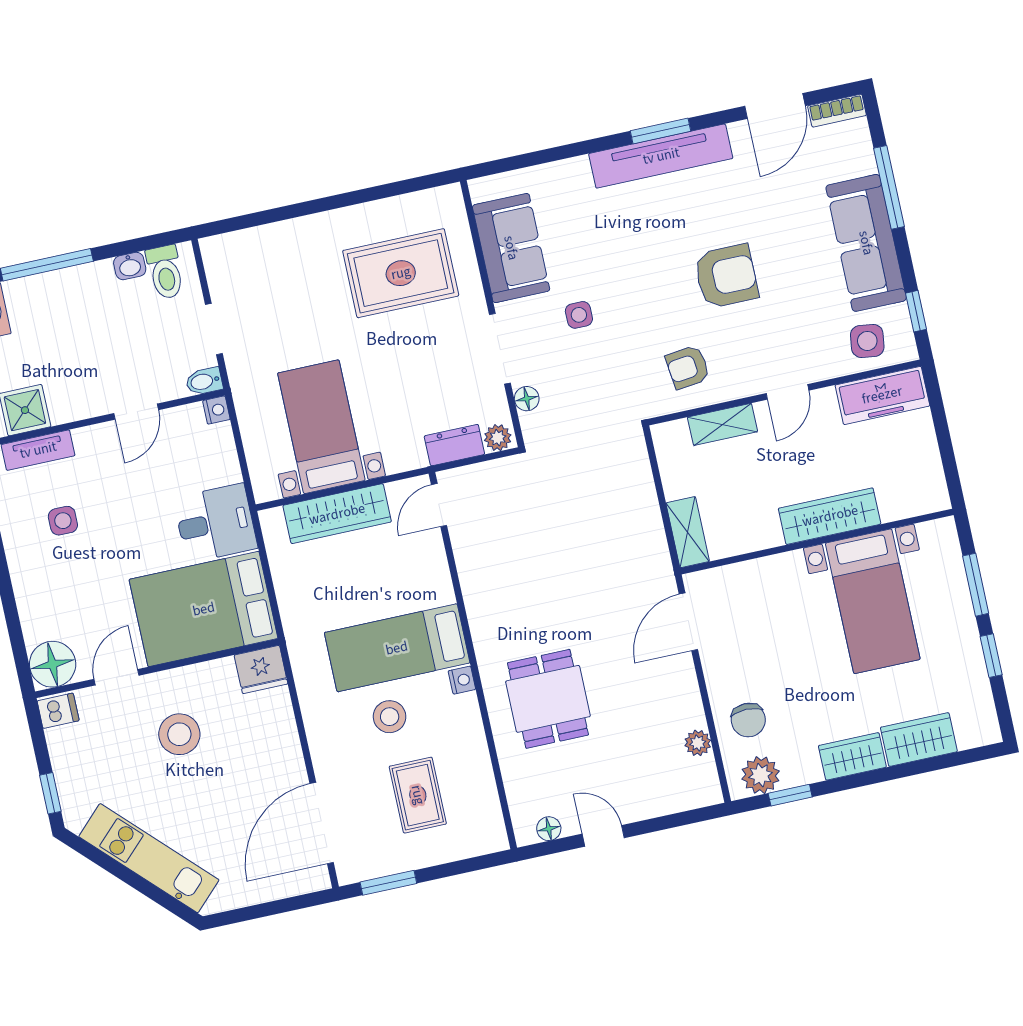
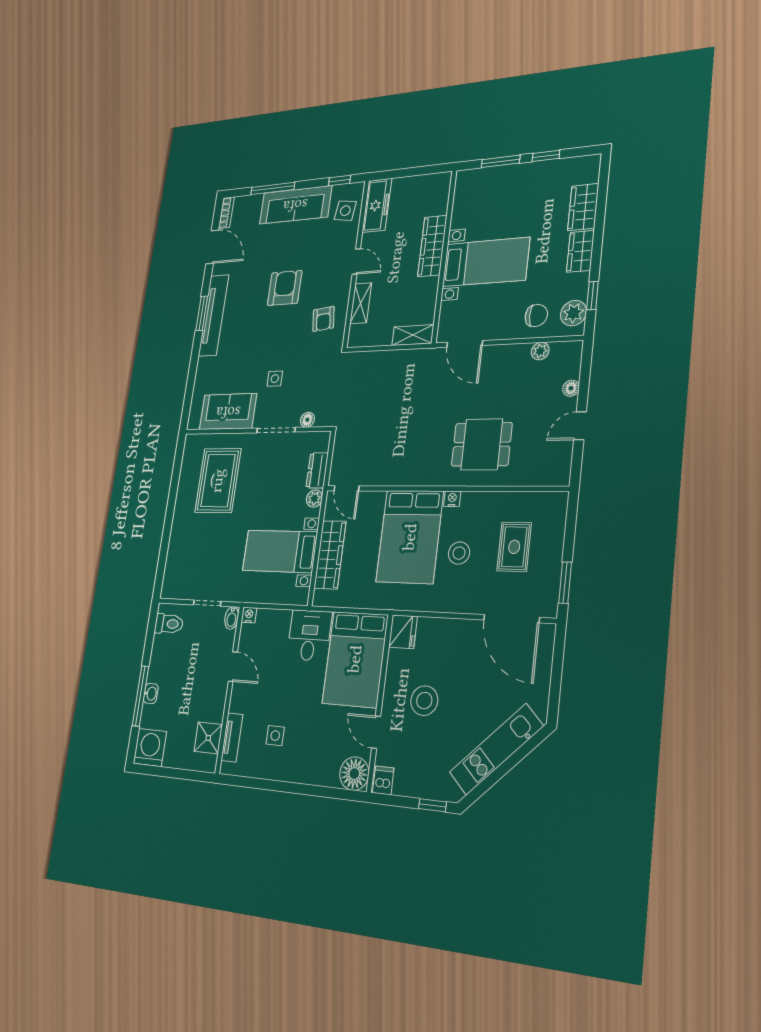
washbasin: (130, 266) -> (151, 694), moved
plant: (498, 438) -> (314, 499), moved
bed with nightstands: (873, 601) -> (486, 262), moved
bed: (397, 648) -> (410, 537), width x1.50
rug: (418, 795) -> (514, 547), turned 90
floor lamp: (549, 829) -> (571, 388), moved

